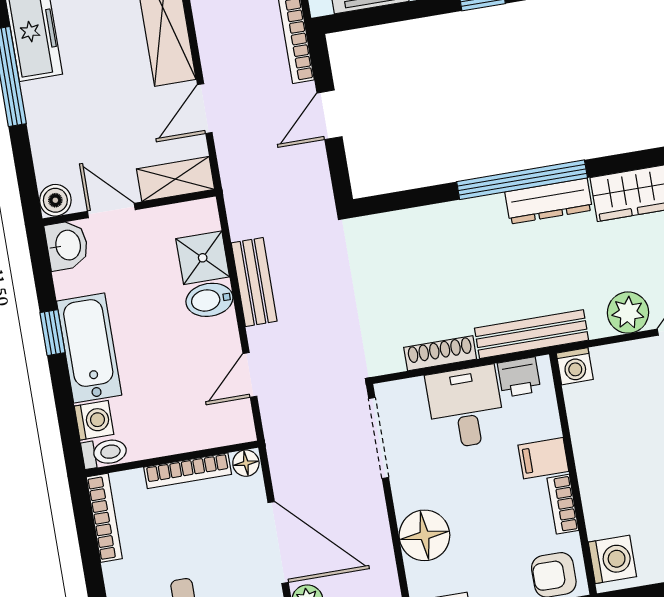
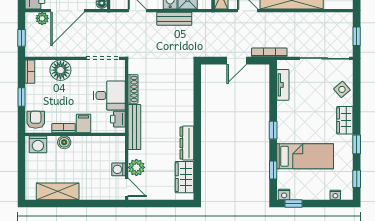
door: (329, 115) -> (237, 61), swing flipped
window: (522, 180) -> (197, 134), removed
washing machine: (575, 366) -> (118, 169), moved
boiler: (597, 497) -> (64, 142), added

